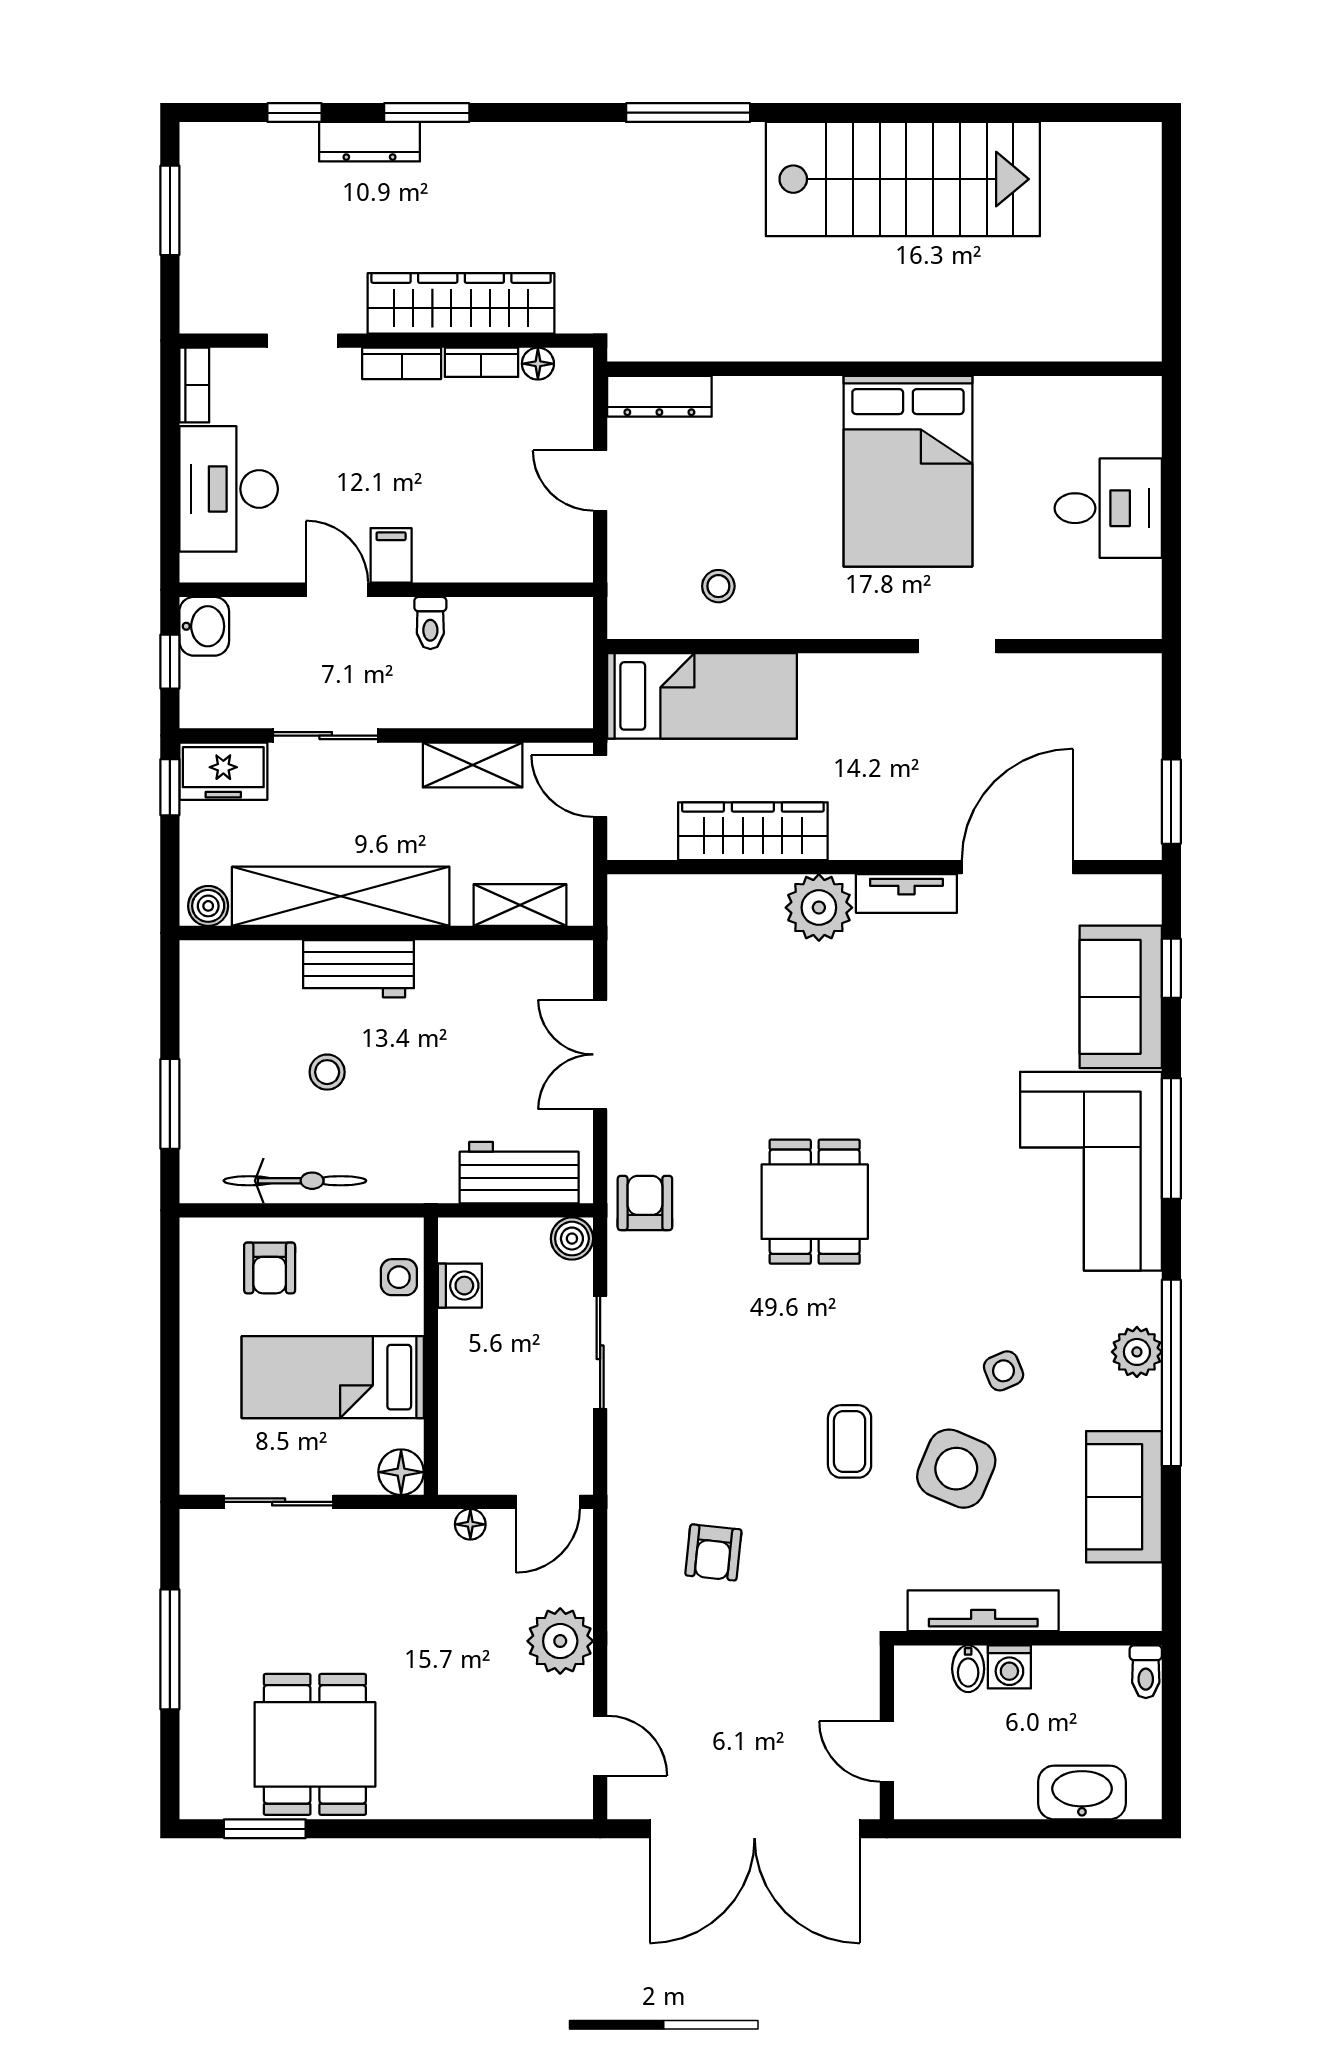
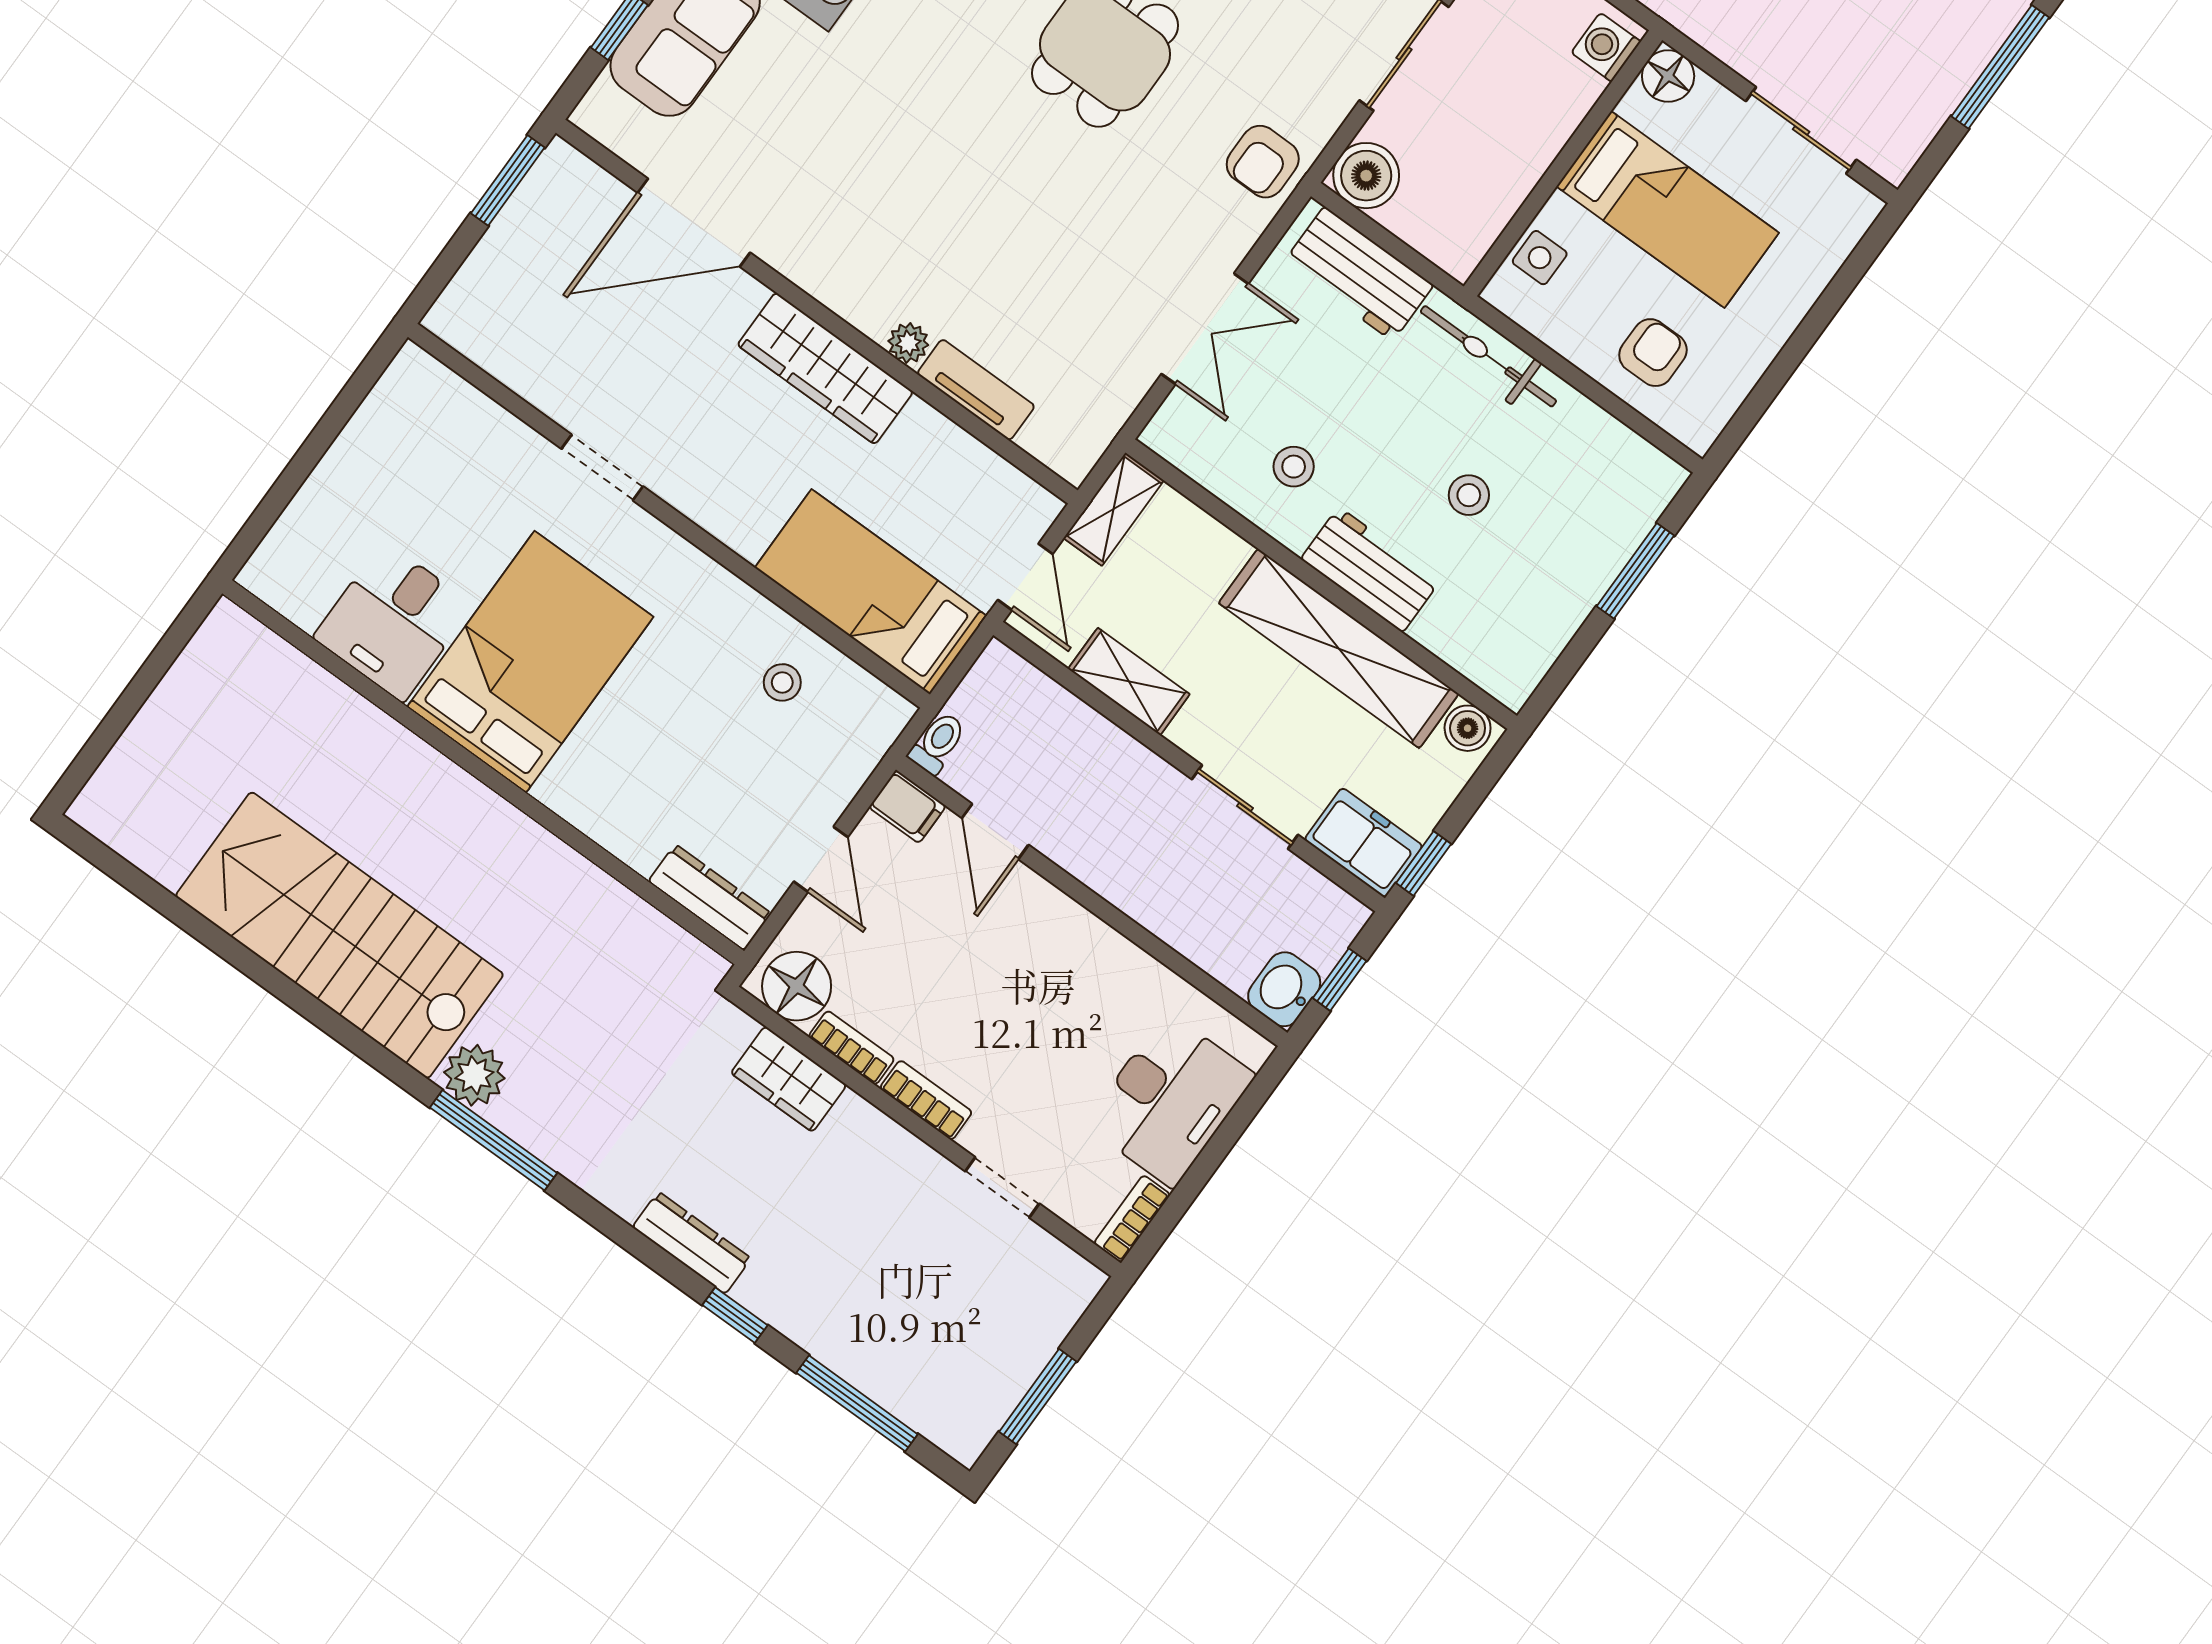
window: (295, 113) -> (857, 1403), width x2.17
window: (427, 113) -> (735, 1315), width x0.67
dresser: (369, 142) -> (692, 1243), moved
plant: (735, 149) -> (474, 1075), added
wardrobe: (461, 303) -> (789, 1079), width x0.48, depth x0.85
floor lamp: (538, 364) -> (797, 986), width x1.89, depth x1.89
desk: (1108, 508) -> (393, 621), moved, turned -90
filing cabinet: (391, 555) -> (907, 807), moved, turned -90
door: (337, 590) -> (995, 831), moved
toilet: (430, 623) -> (938, 743), moved
wardrobe: (753, 831) -> (825, 368), moved
tv unit: (906, 894) -> (976, 390), moved
shelving: (520, 905) -> (1114, 509), moved, turned 90
plant: (819, 908) -> (908, 343), width x0.53, depth x0.53
stool: (466, 1002) -> (1294, 467), added
bicycle: (295, 1181) -> (1488, 356), moved
boiler: (572, 1239) -> (1366, 176), width x1.36, depth x1.36
washing machine: (460, 1286) -> (1606, 47), moved

